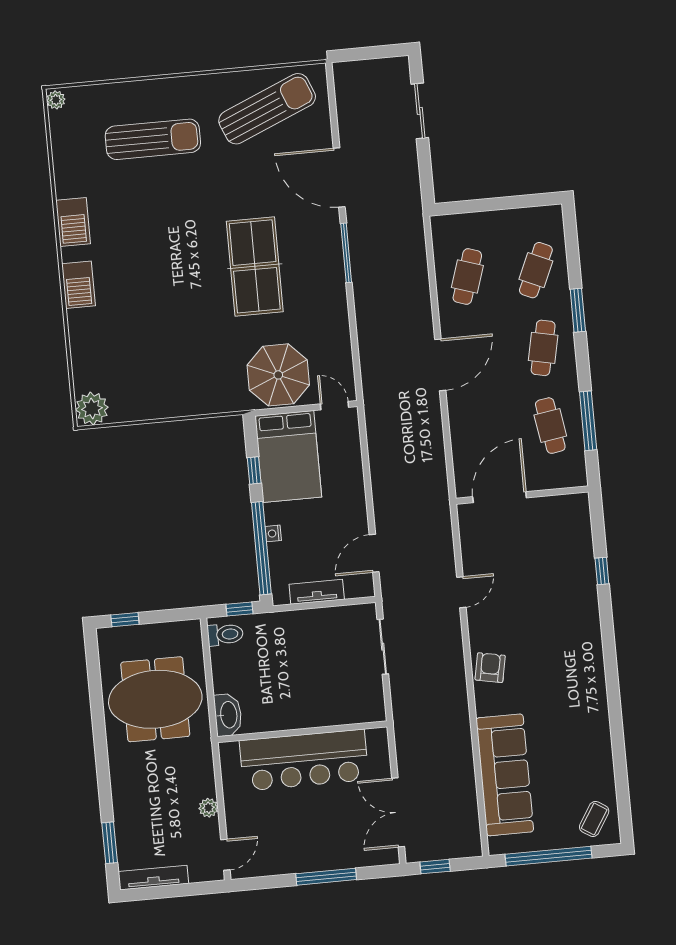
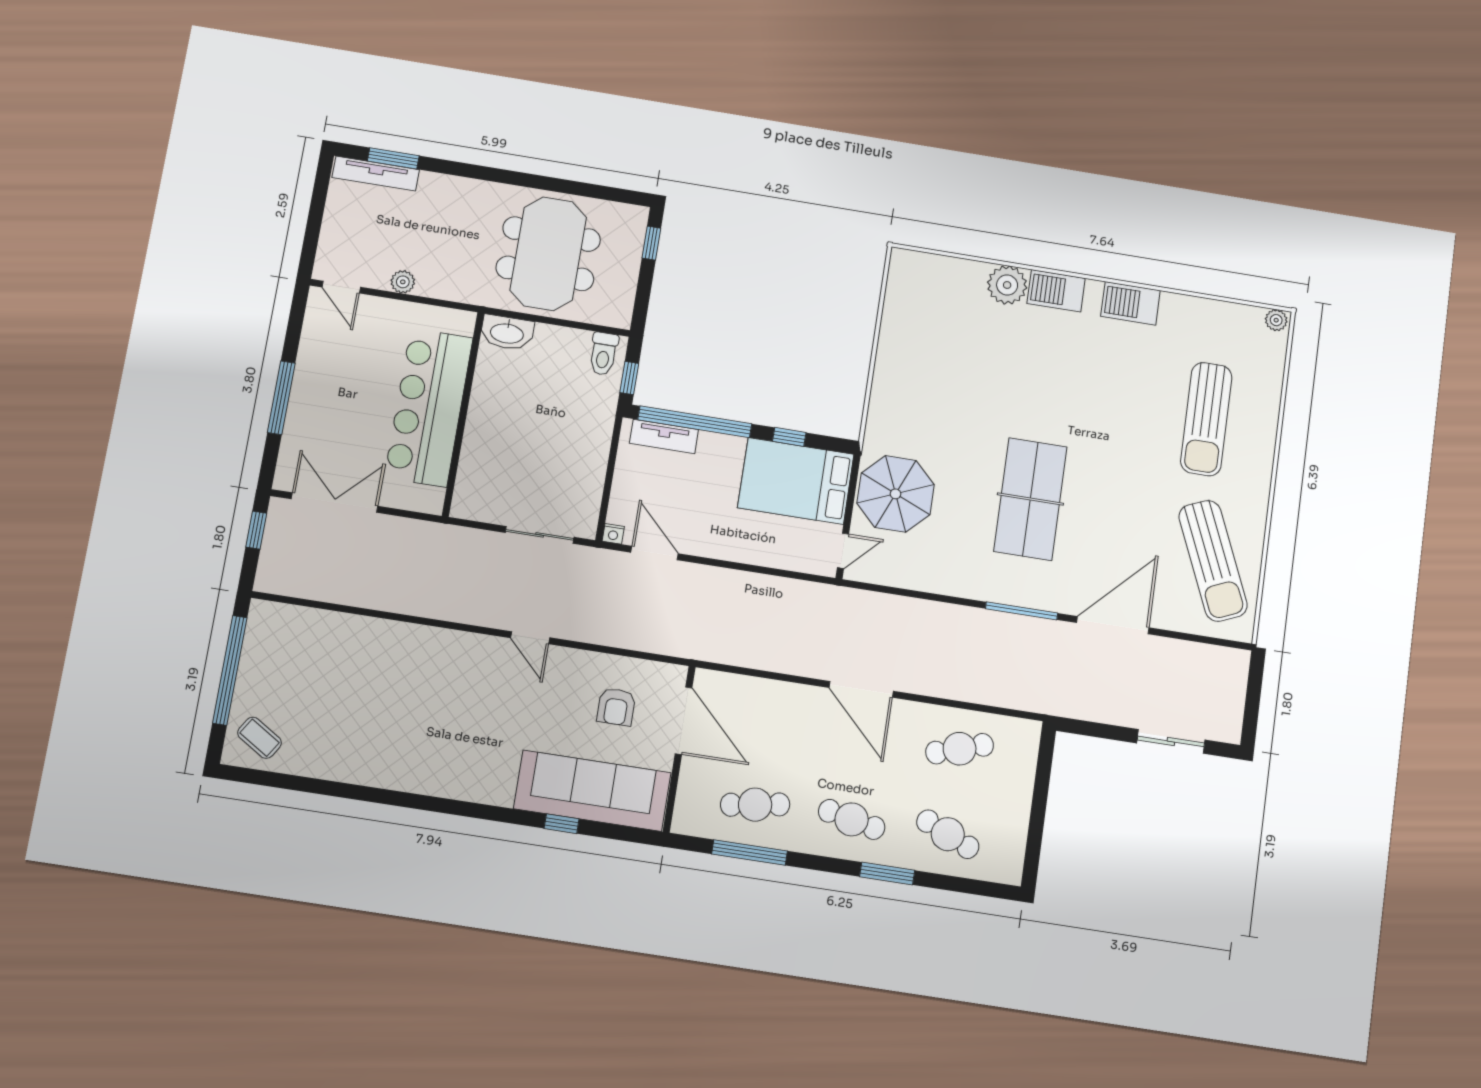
table tennis table: (255, 266) -> (1030, 499), turned 90
cafe table: (467, 277) -> (960, 749), turned -36
plant: (92, 409) -> (1007, 285), moved
nightstand: (273, 533) -> (613, 534), moved, turned 180
tv unit: (317, 592) -> (664, 436), moved, turned 90
door: (461, 592) -> (530, 638), moved
armchair: (490, 668) -> (616, 707), moved, turned 79
sofa: (505, 775) -> (592, 791), moved, turned 180
tv unit: (153, 878) -> (376, 174), moved, turned 90

